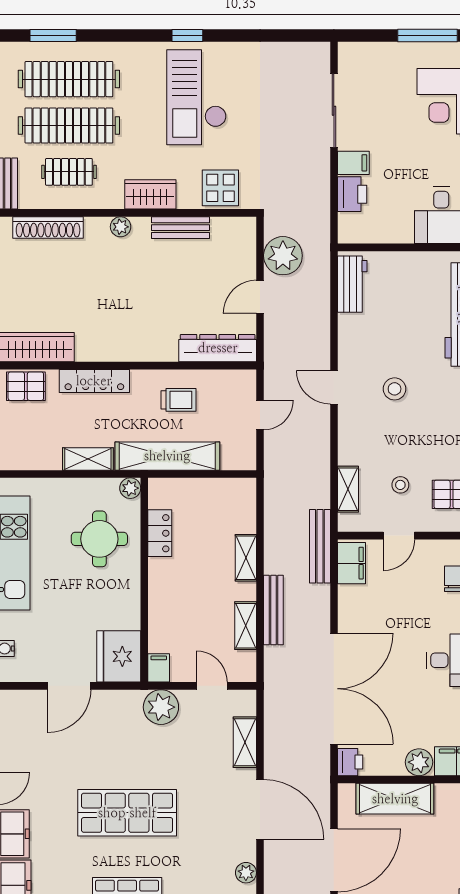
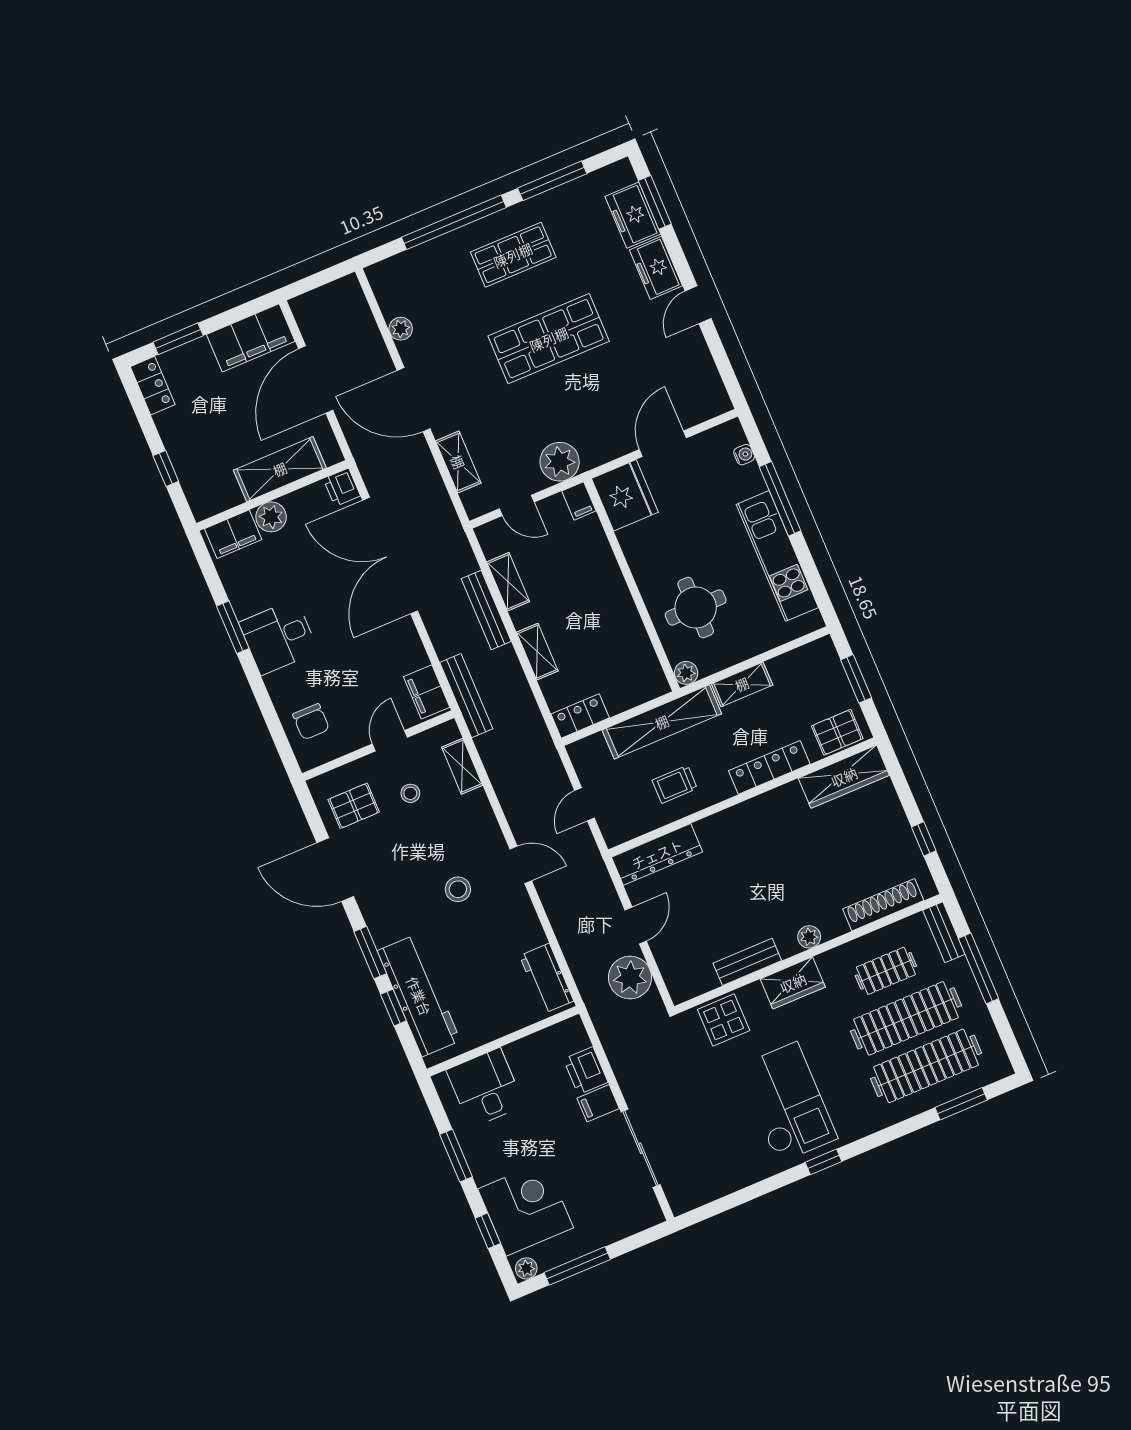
locker: (160, 533) -> (580, 716), moved, turned 90

